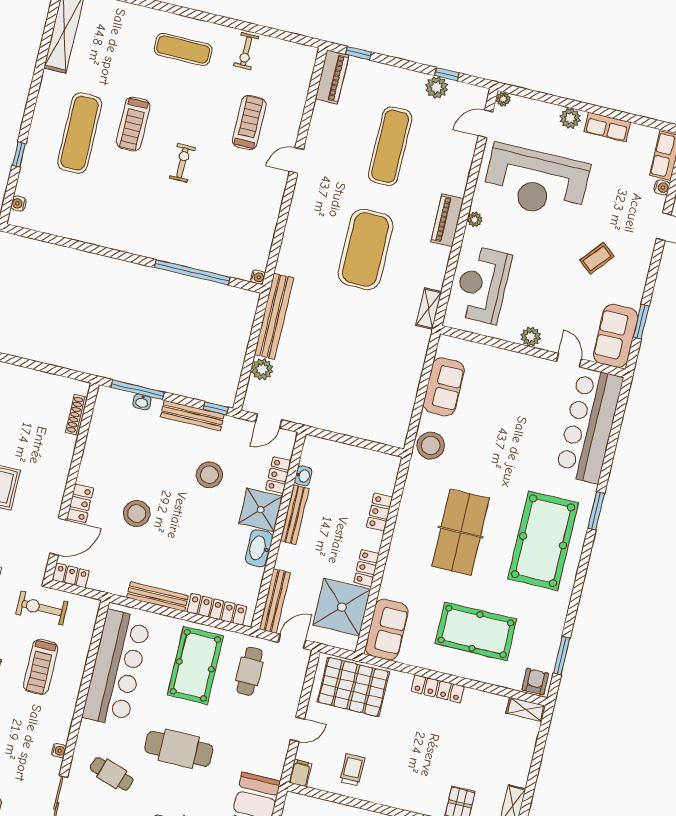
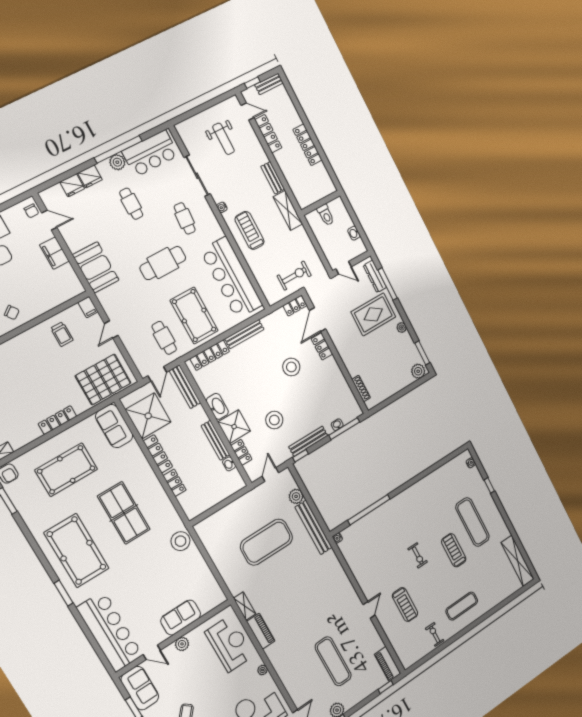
piano: (447, 220) -> (261, 631), moved
exercise mat: (365, 249) -> (266, 542), moved, turned 90
sofa: (444, 387) -> (181, 618), moved, turned 90
locker: (366, 568) -> (158, 454), width x1.53
treadmill: (41, 667) -> (250, 230), moved
cafe table: (112, 774) -> (185, 218), turned 76

